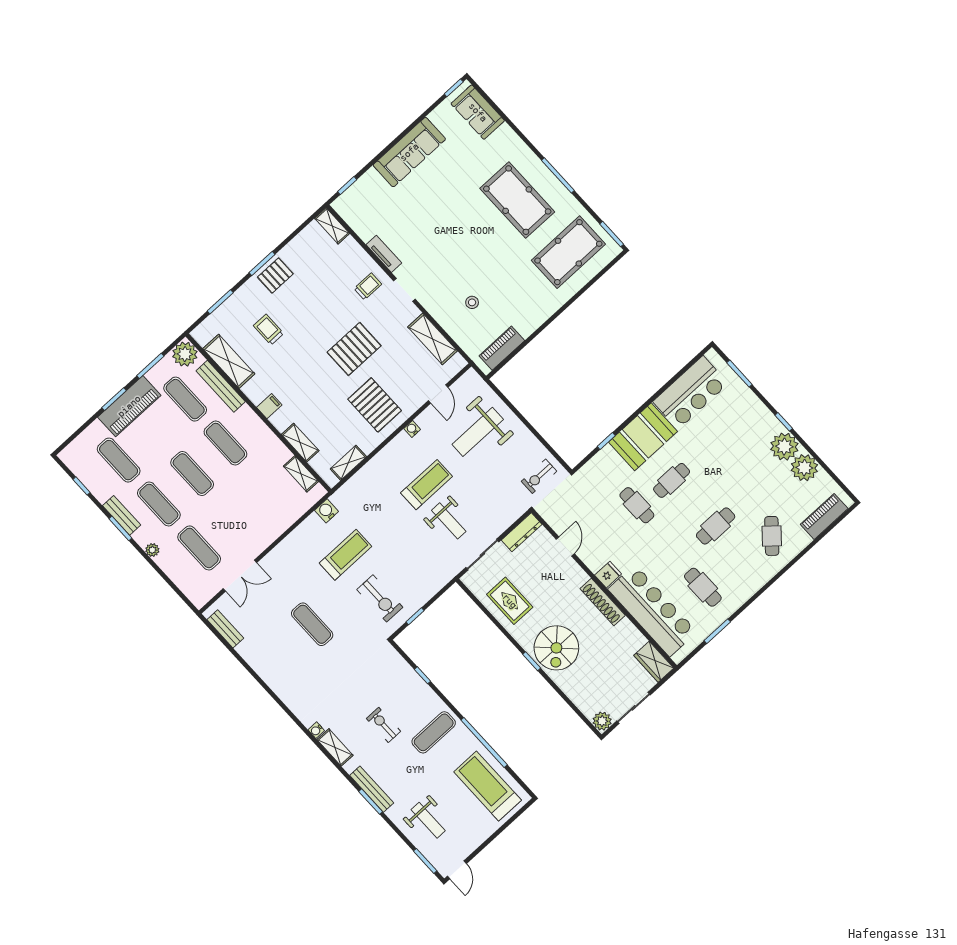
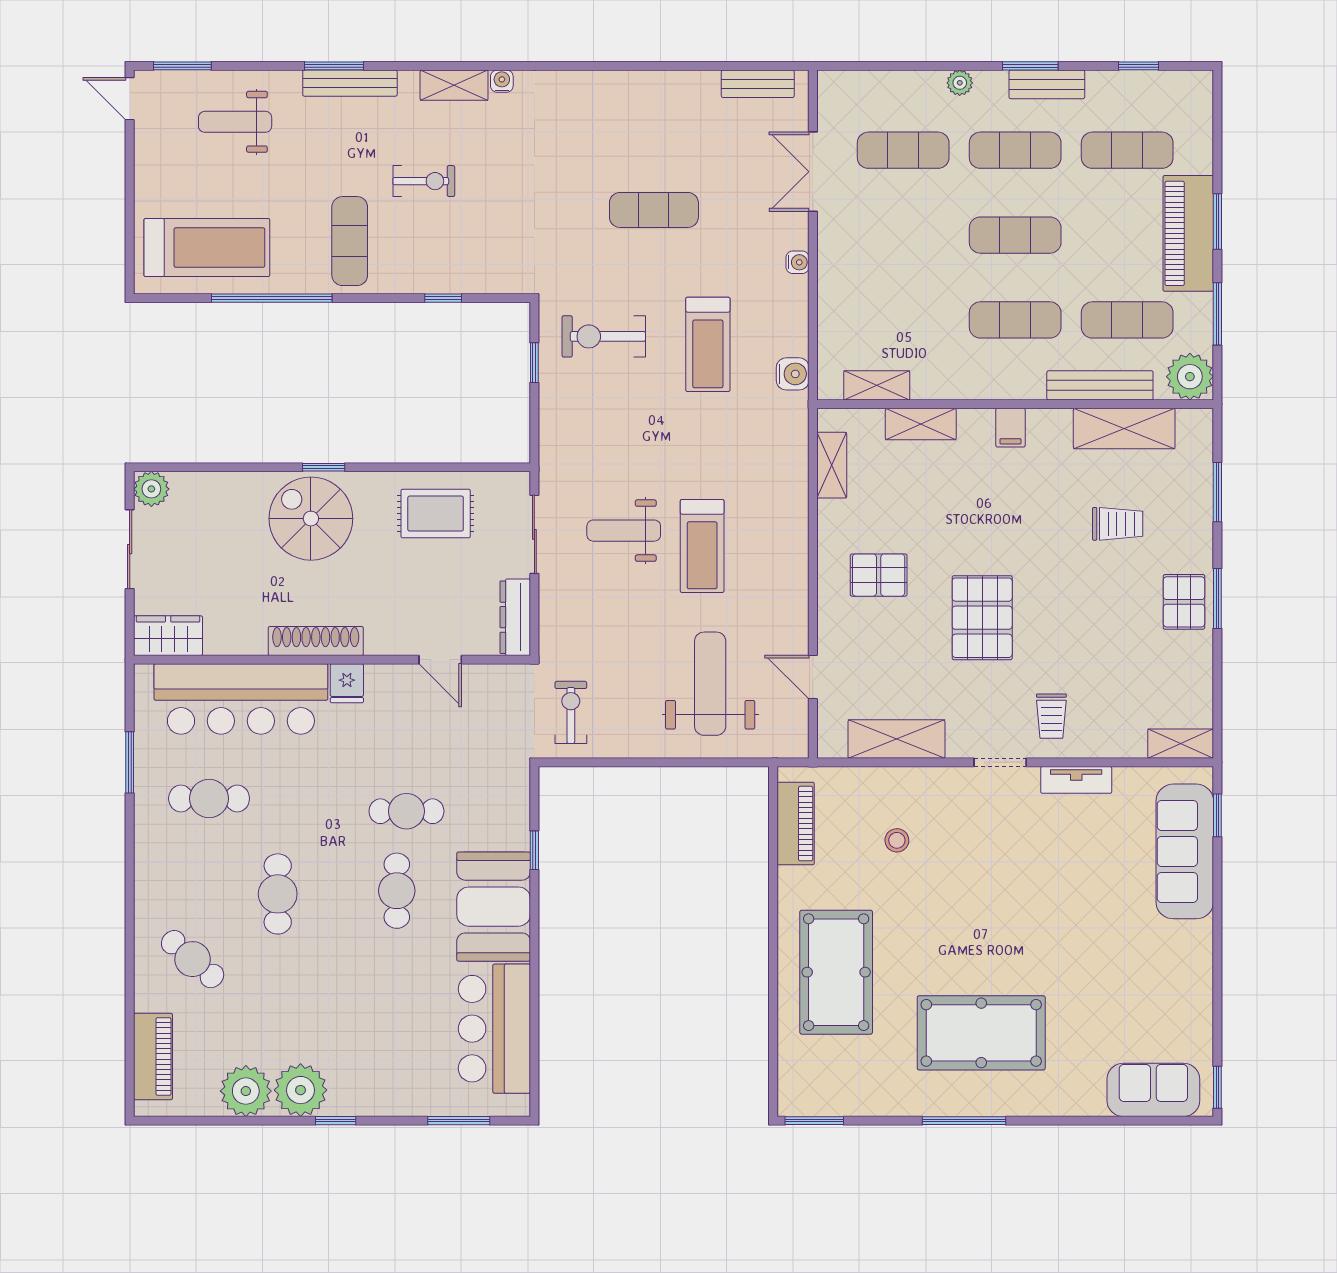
sofa: (409, 152) -> (1185, 851), moved
pool table: (568, 252) -> (836, 972), moved
pallet: (375, 405) -> (879, 575), width x0.67, depth x0.71
water cooler: (412, 429) -> (797, 262), moved

